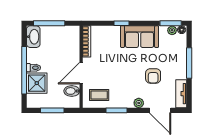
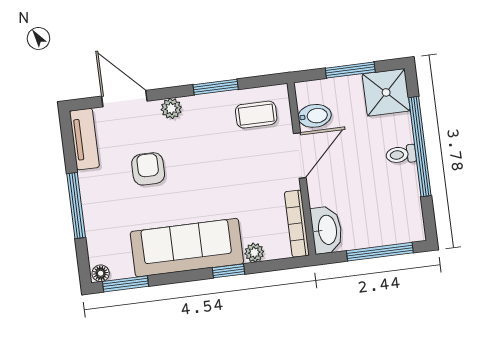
plant: (172, 30) -> (254, 253), moved
washbasin: (33, 37) -> (327, 230), moved, turned 180
sofa: (140, 37) -> (187, 248), width x1.36
shower: (37, 83) -> (386, 92), moved

